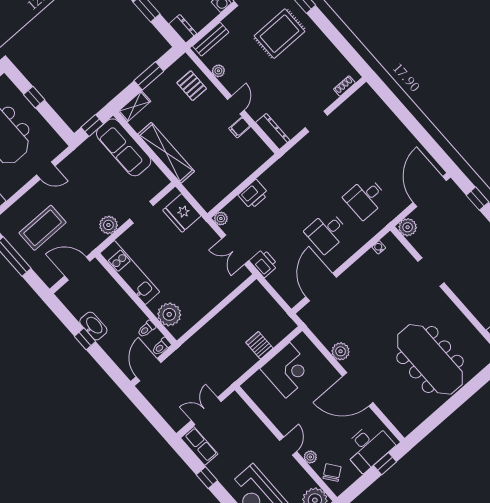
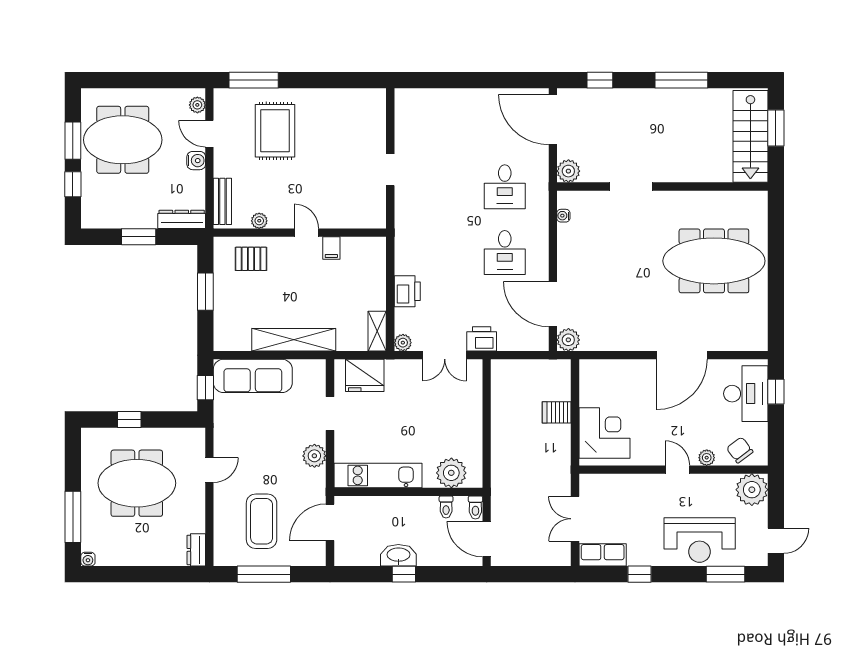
dresser: (183, 29) -> (182, 219), width x1.44
shoe rack: (344, 86) -> (380, 113), removed
shelving: (134, 106) -> (377, 331), moved
dresser: (273, 131) -> (363, 220), removed
plant: (341, 351) -> (568, 340), moved
corner desk: (288, 370) -> (604, 433), moved

